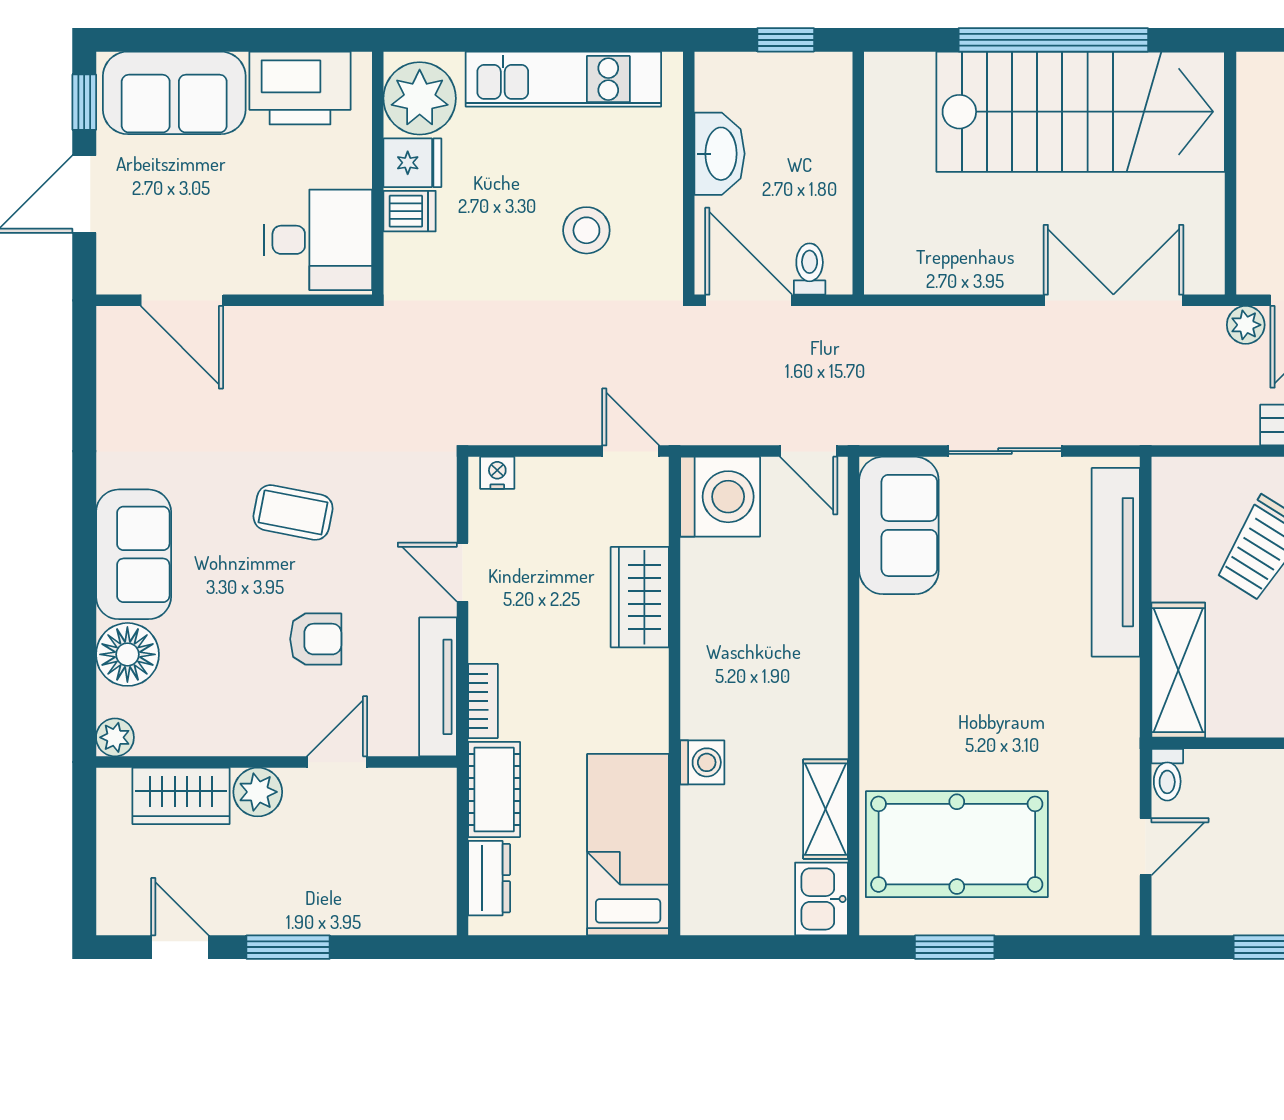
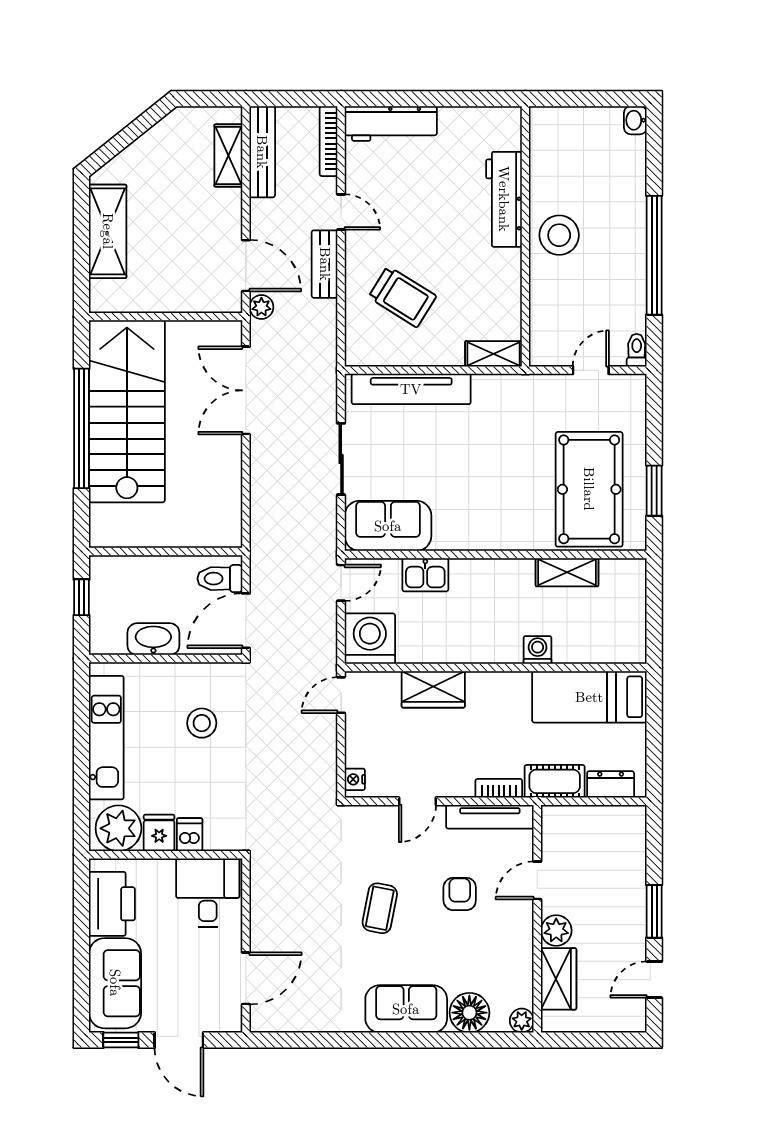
toilet: (810, 269) -> (220, 579), width x1.37, depth x1.39
shelving: (1178, 670) -> (493, 354), width x0.67, depth x0.75
door: (337, 762) -> (537, 880), hinge flipped
toilet: (1167, 775) -> (637, 350), moved, turned -90
door: (1146, 847) -> (591, 370), hinge flipped
kitchen sink: (821, 899) -> (425, 575), moved

